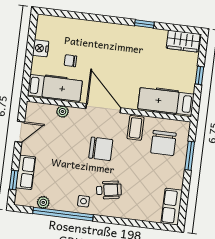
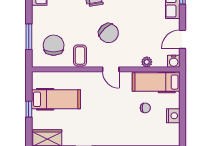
hospital bed: (166, 101) -> (56, 99), moved
door: (103, 108) -> (111, 69), width x0.53
water cooler: (33, 109) -> (174, 61), added
chair: (101, 149) -> (109, 33), turned -133

